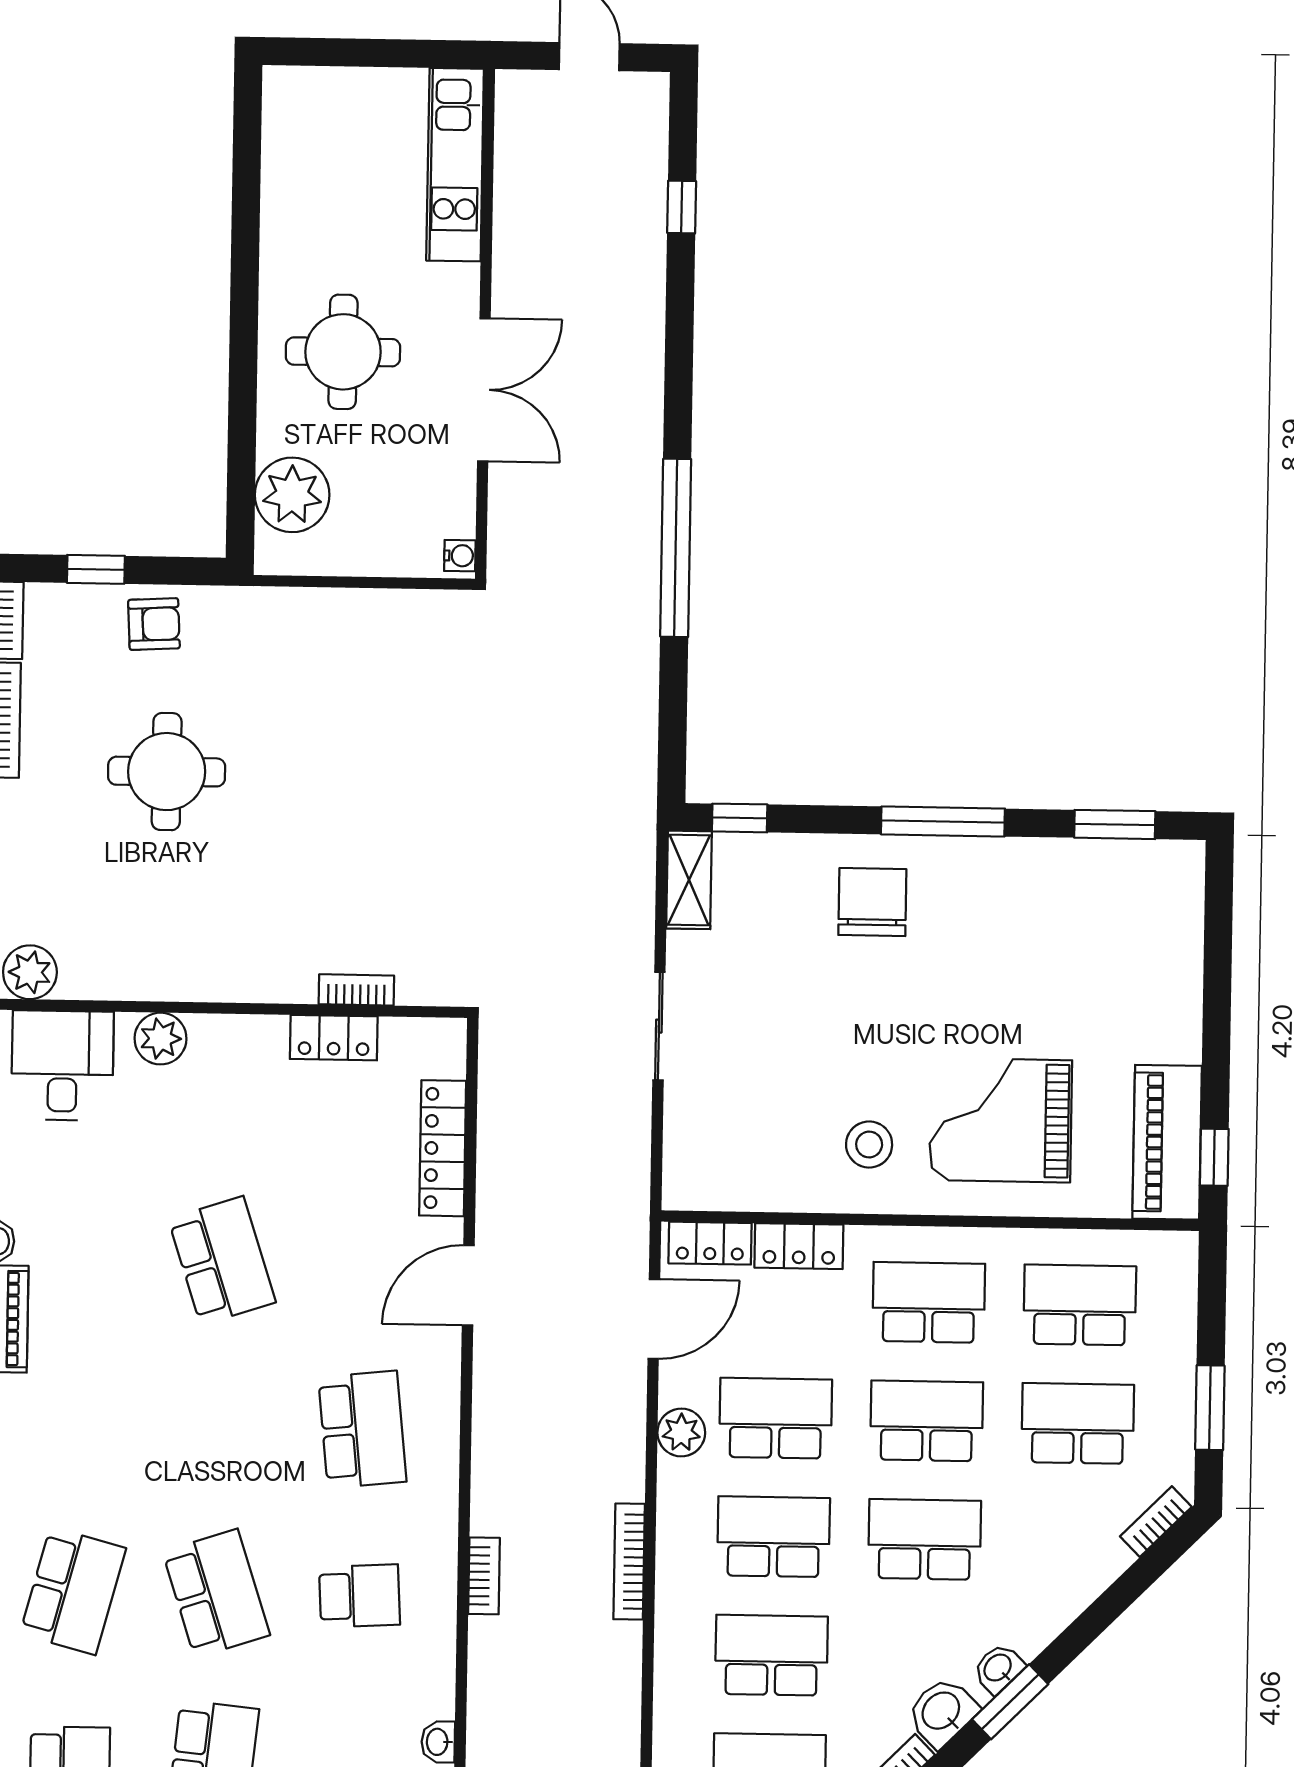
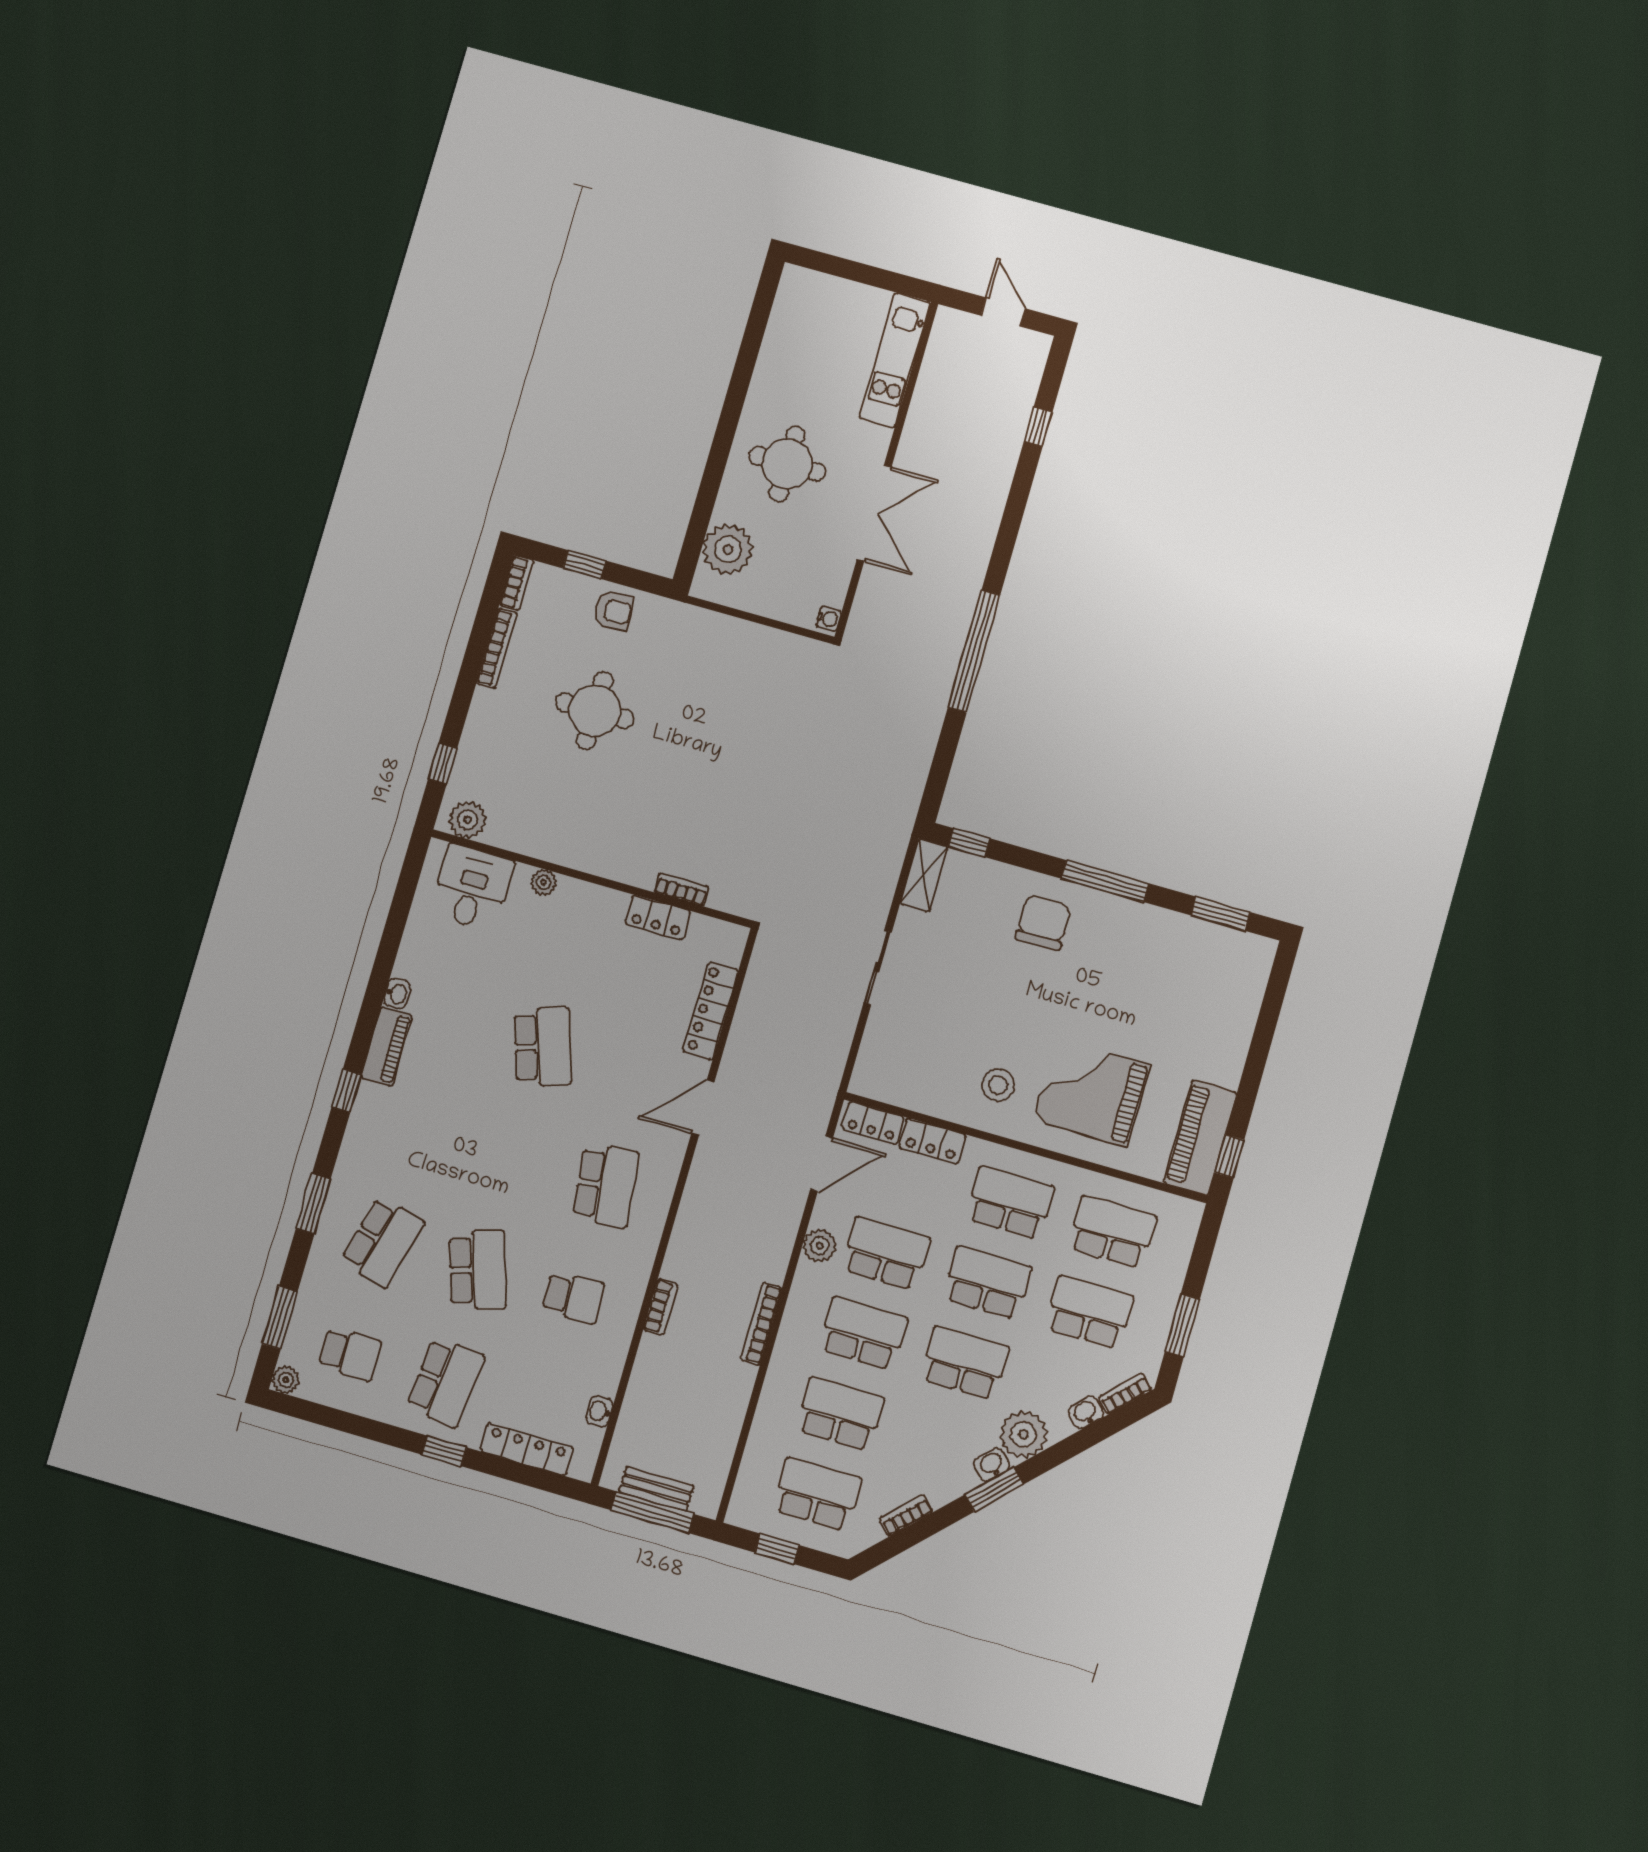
plant: (161, 1039) -> (544, 882), width x0.73, depth x0.73
plant: (1031, 1615) -> (1023, 1434), added
washbasin: (942, 1712) -> (1086, 1412), moved, width x0.72, depth x0.69

